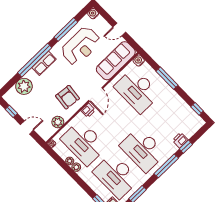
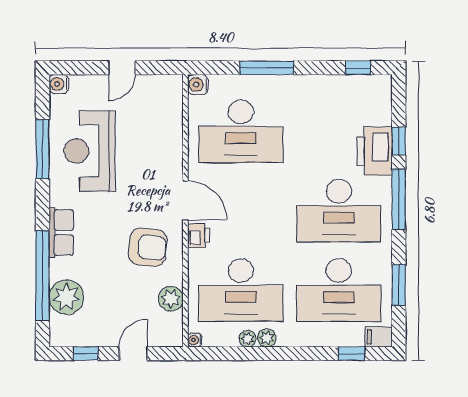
reception desk: (81, 46) -> (90, 151), turned 180
window: (35, 60) -> (43, 275), moved
sofa: (116, 61) -> (164, 120), removed
printer: (180, 140) -> (375, 151), width x1.87, depth x1.48

